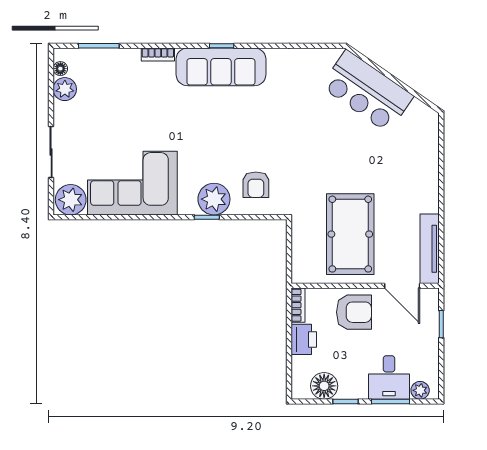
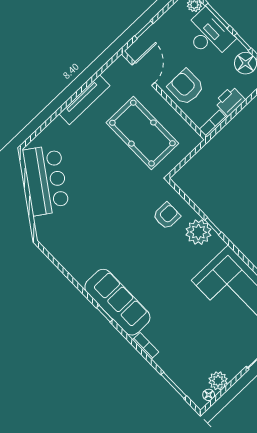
bar counter: (367, 91) -> (46, 180), moved
pool table: (350, 234) -> (142, 133), turned 90
tv unit: (430, 249) -> (84, 100), moved
desk: (389, 377) -> (208, 34), width x1.37

